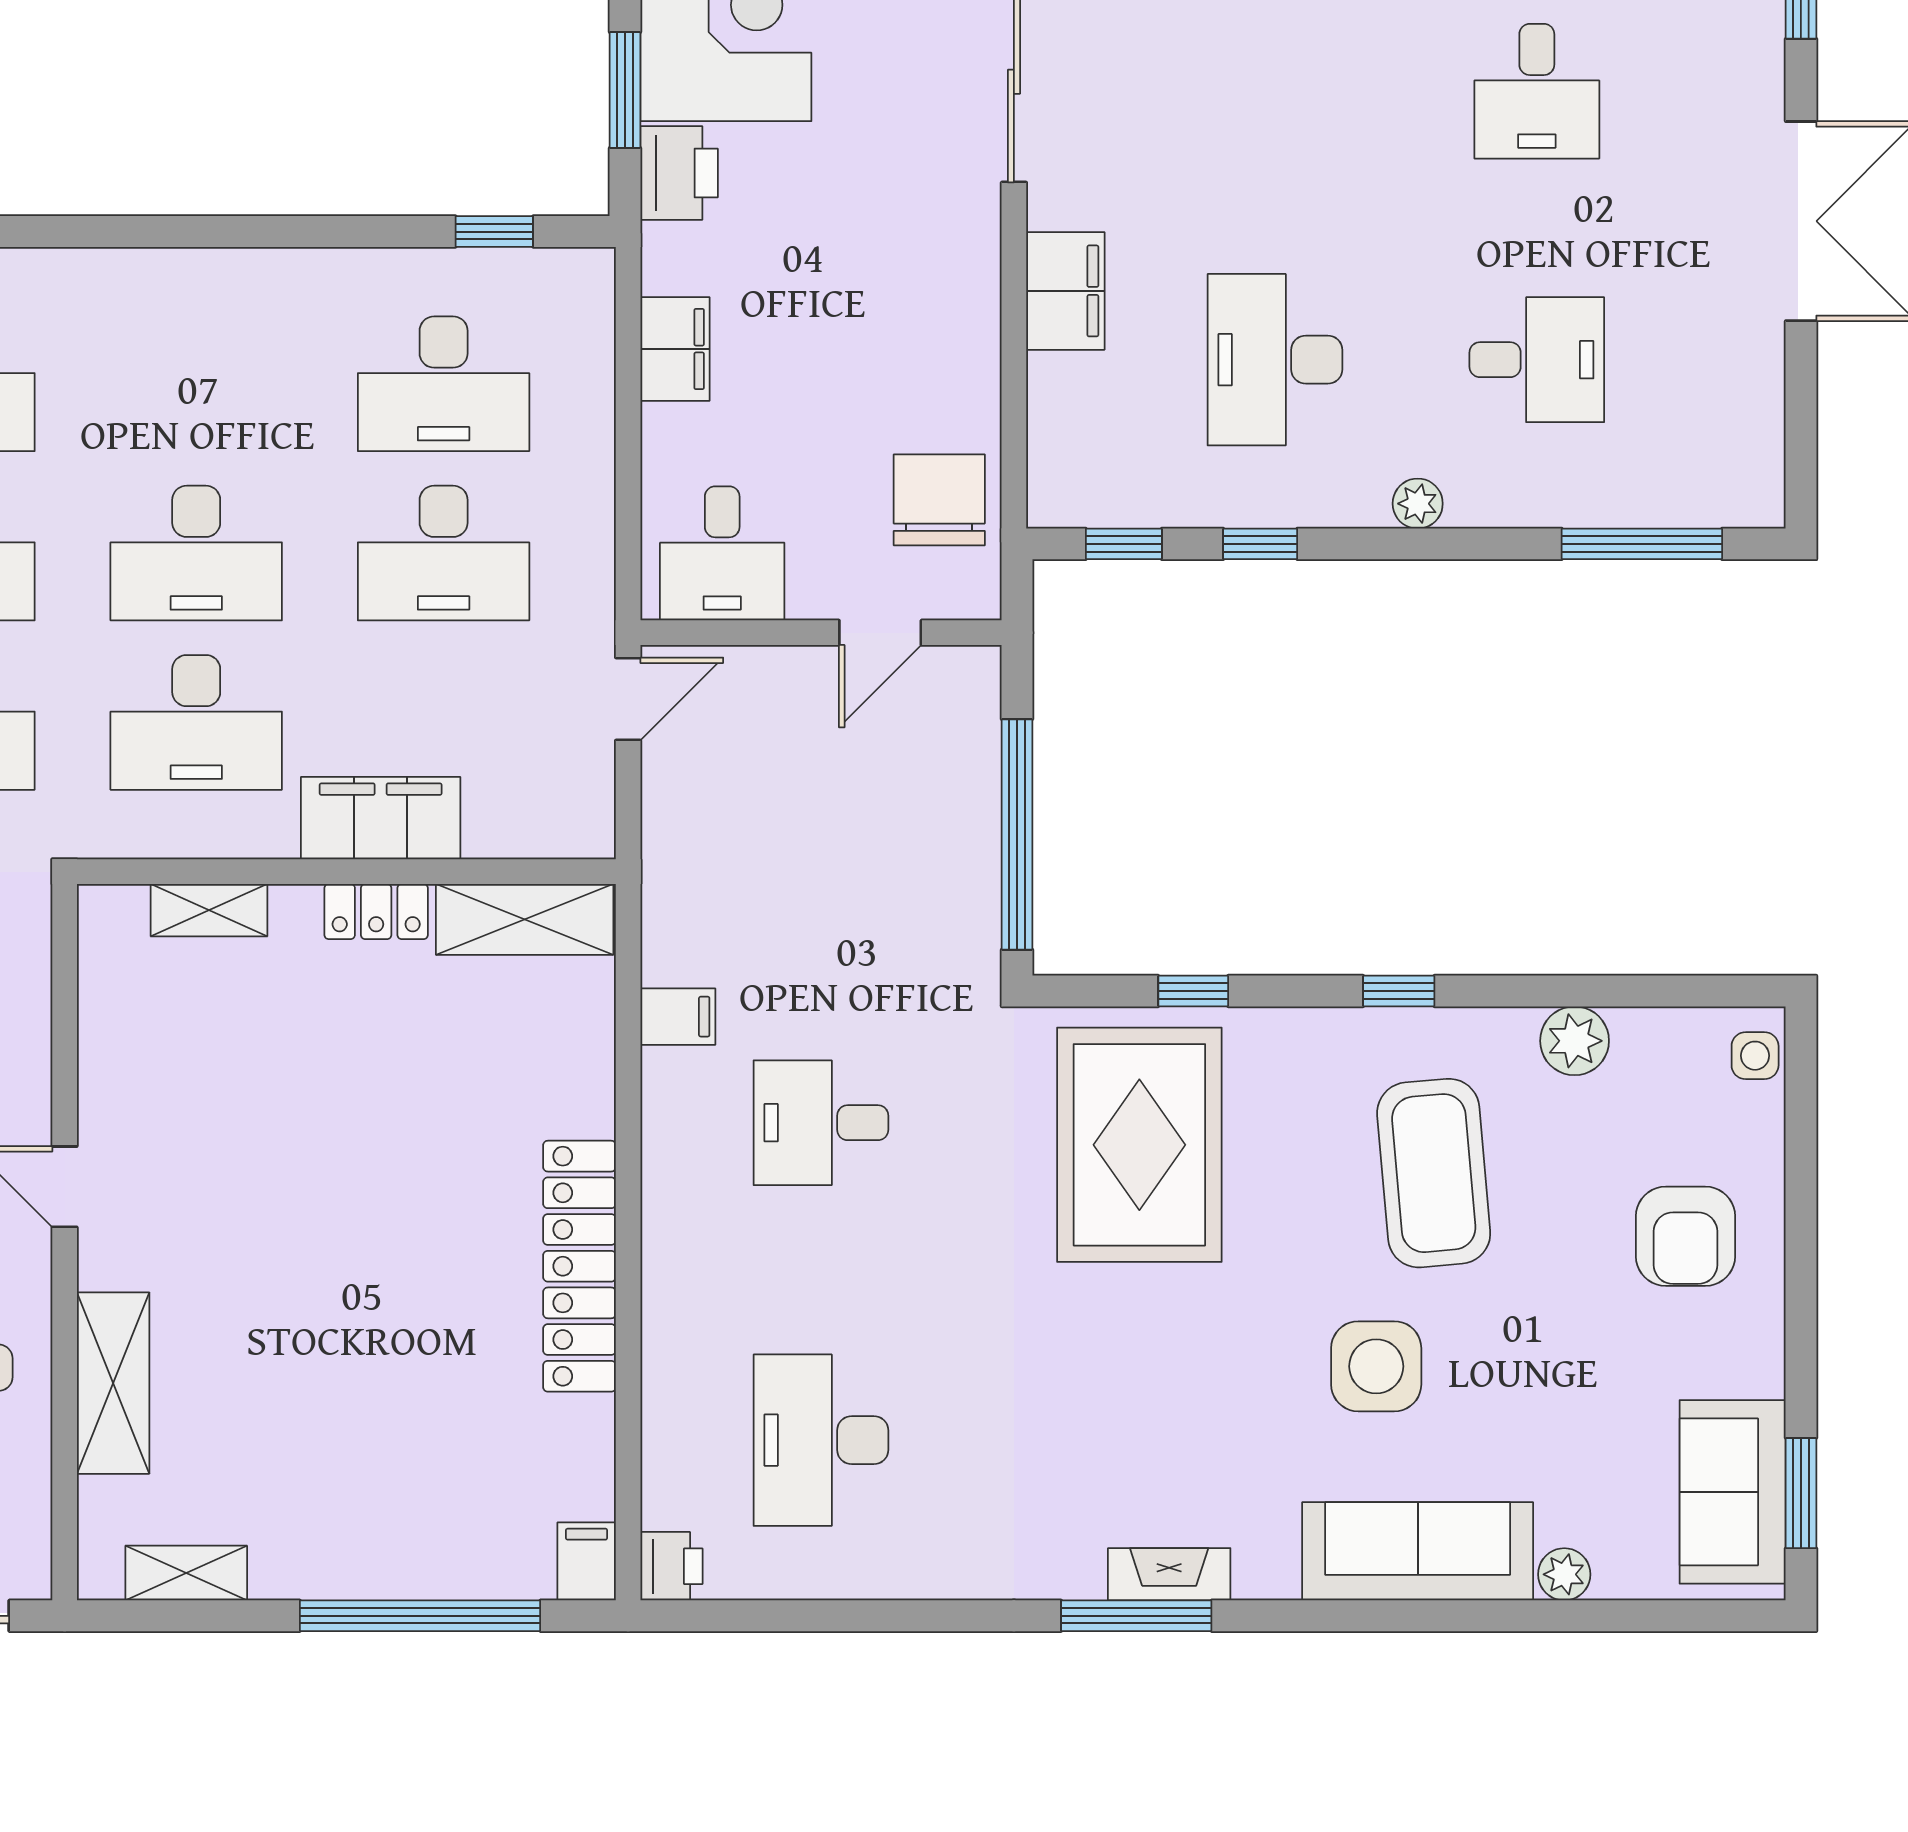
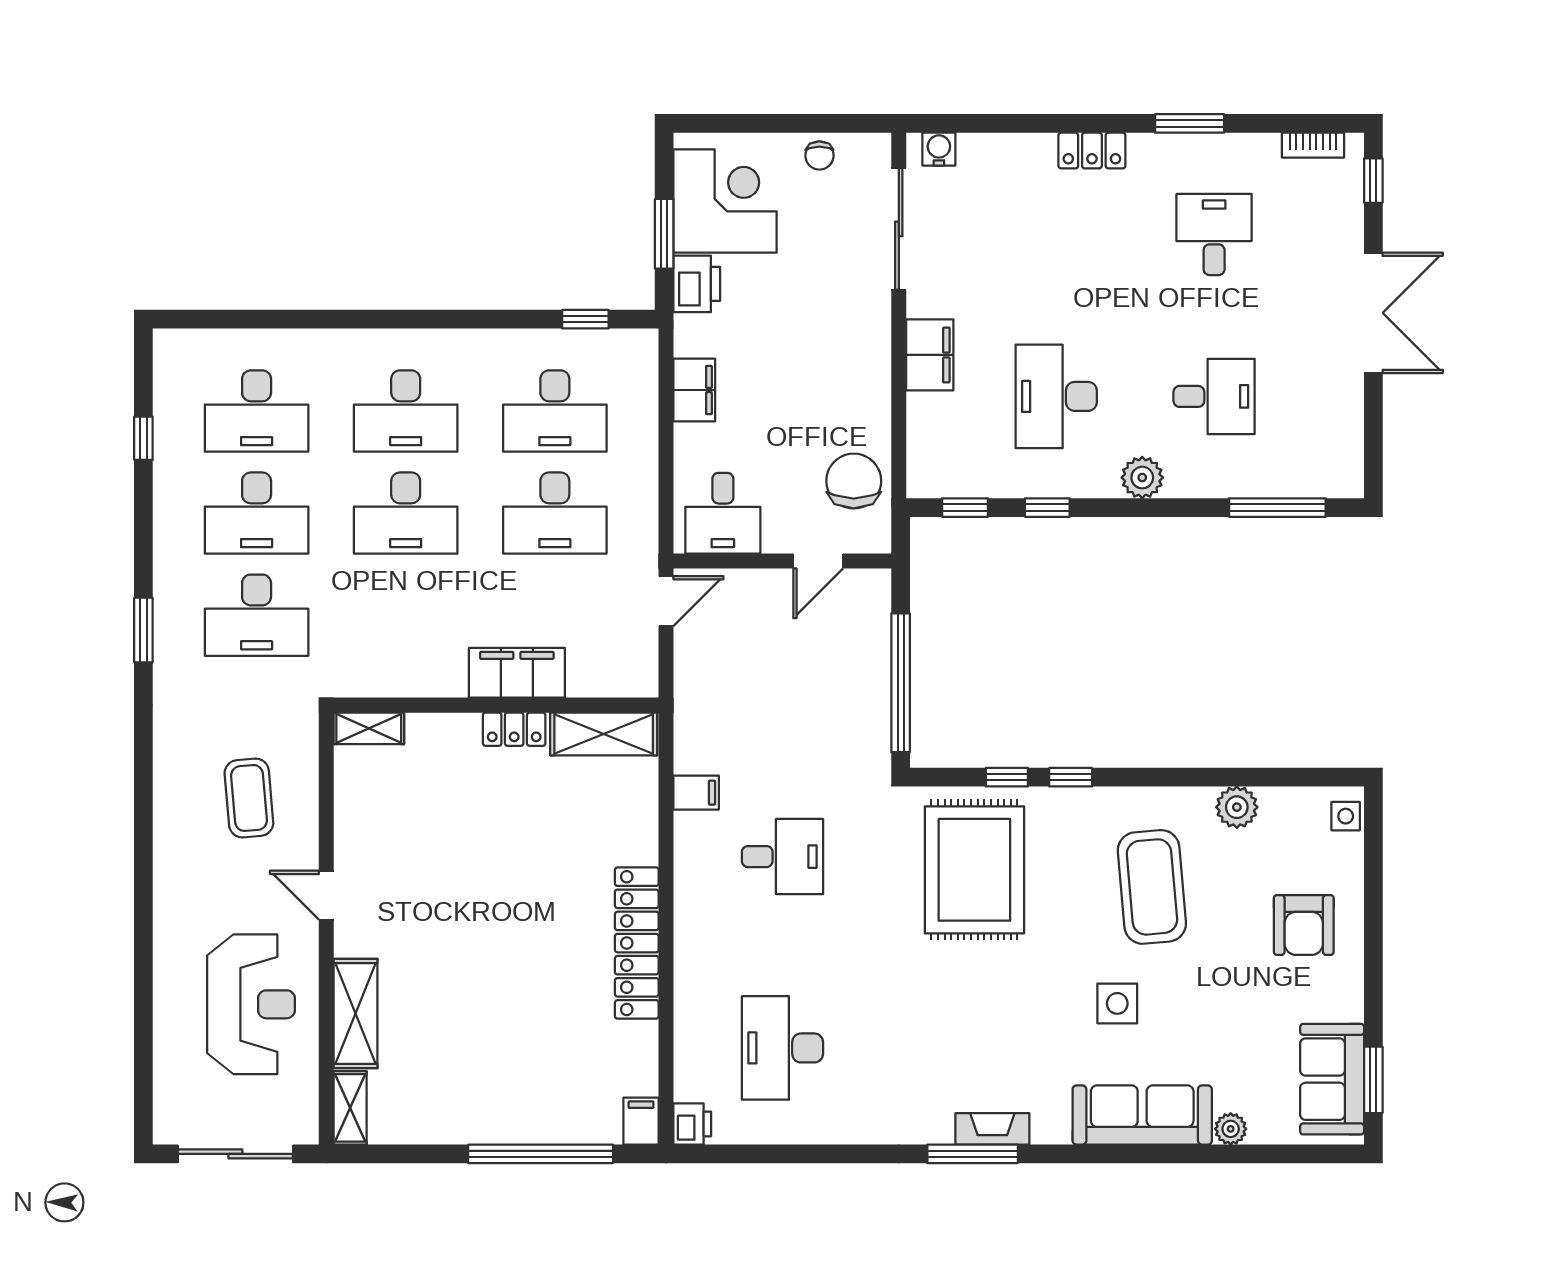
desk: (1537, 91) -> (1214, 235), turned 180
plant: (1418, 504) -> (1142, 478), width x1.38, depth x1.38
desk: (196, 722) -> (406, 411), moved
shelving: (209, 910) -> (369, 728), moved
window: (1399, 991) -> (1071, 777), moved
desk: (821, 1123) -> (782, 857), turned 180
side table: (1376, 1366) -> (1117, 1003), width x0.73, depth x0.73
shelving: (186, 1573) -> (350, 1108), moved, turned 90

